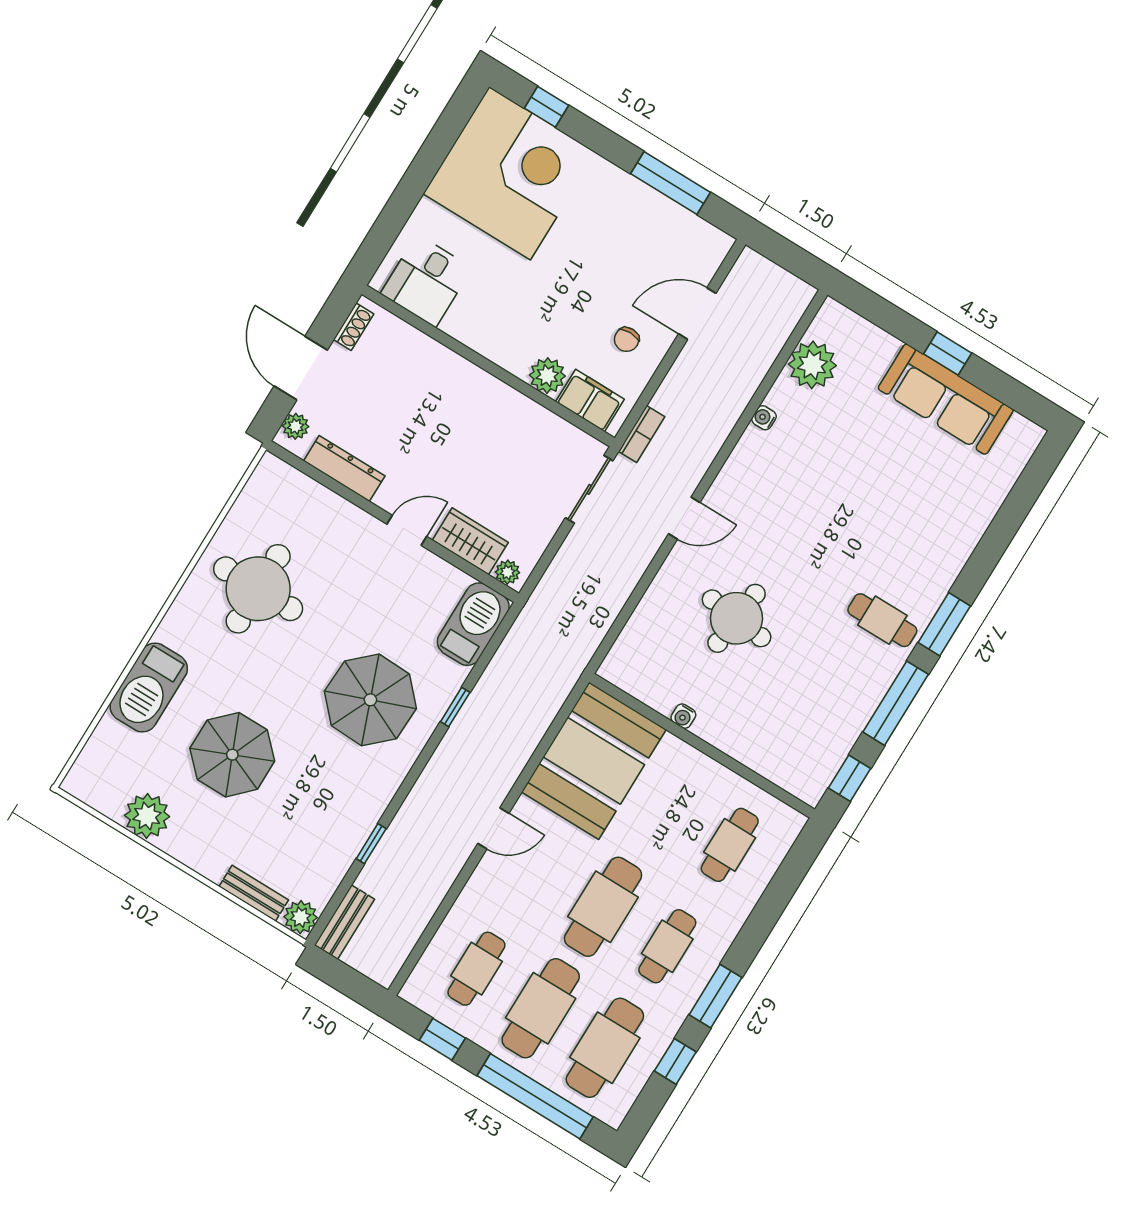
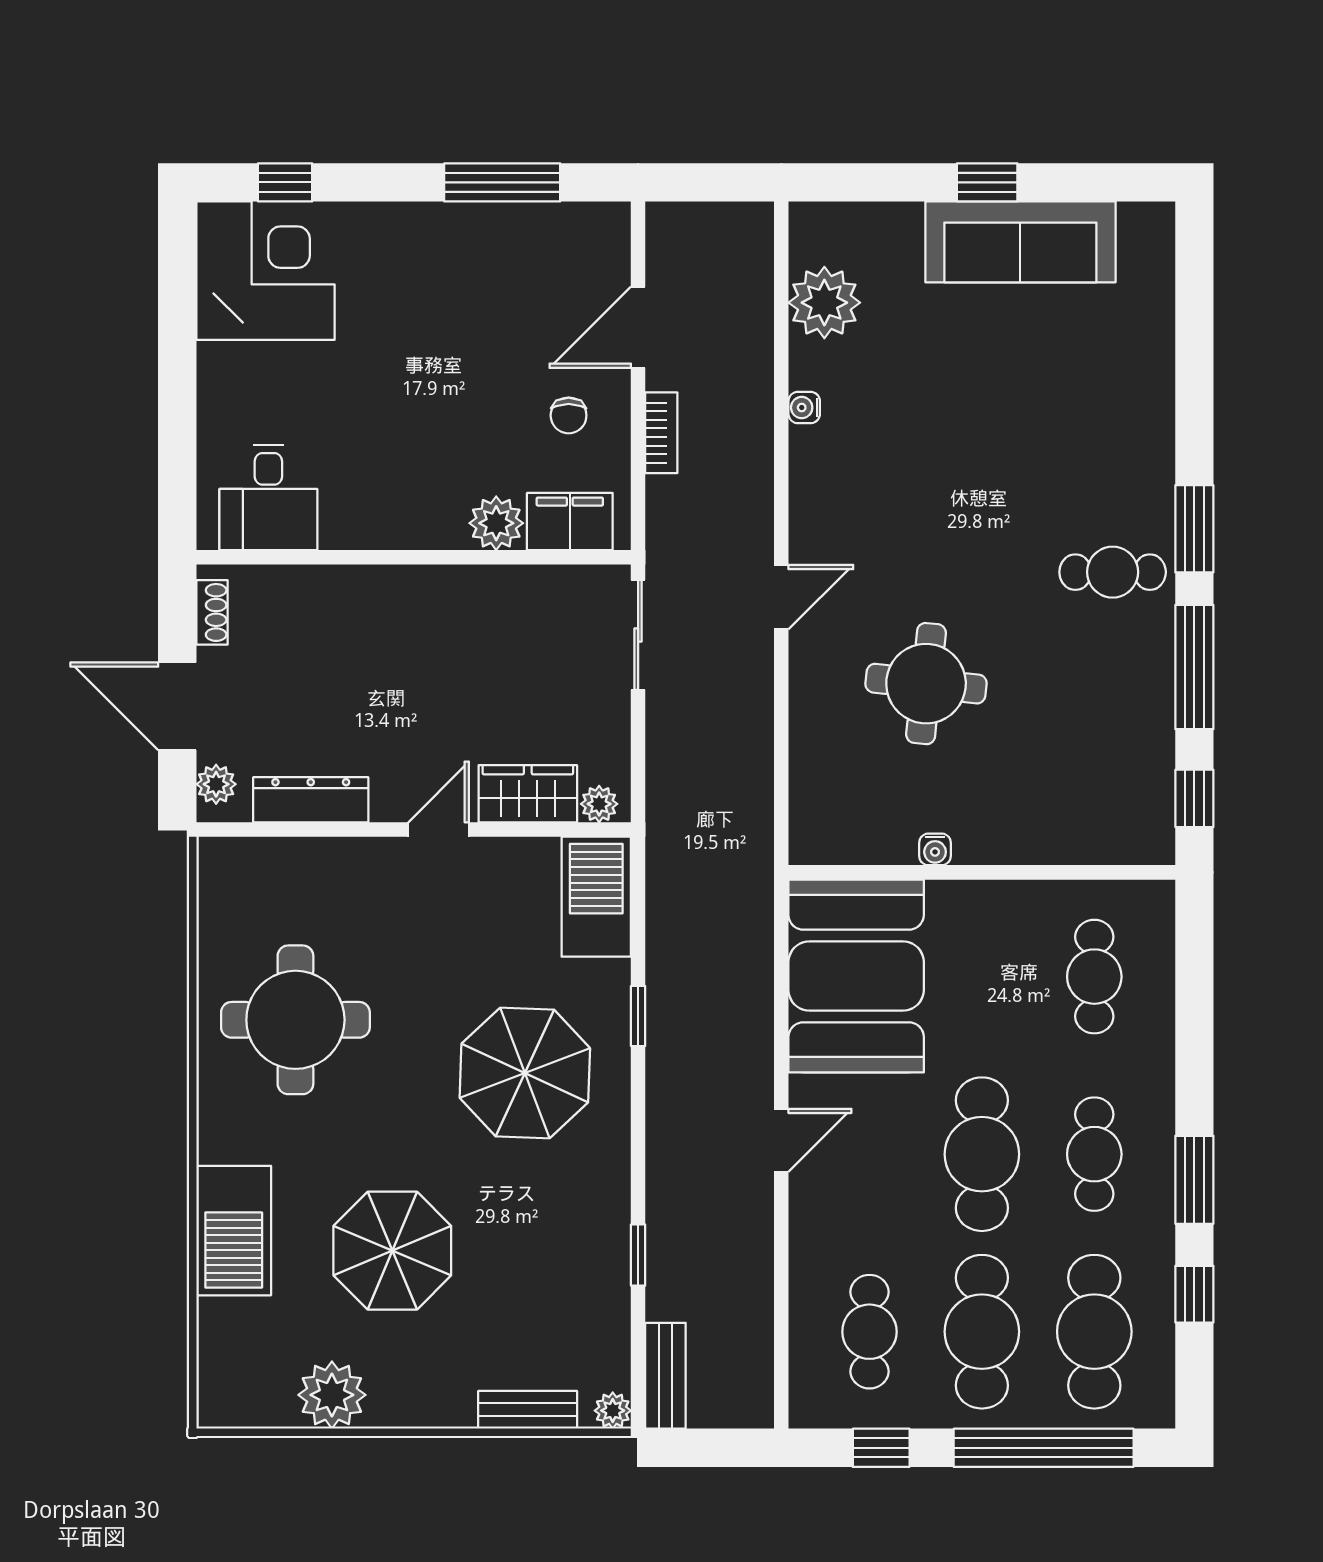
corner desk: (510, 173) -> (266, 271), width x0.74, depth x0.74
bookcase: (641, 434) -> (661, 433), moved
plant: (301, 917) -> (613, 1411), width x0.73, depth x0.73

